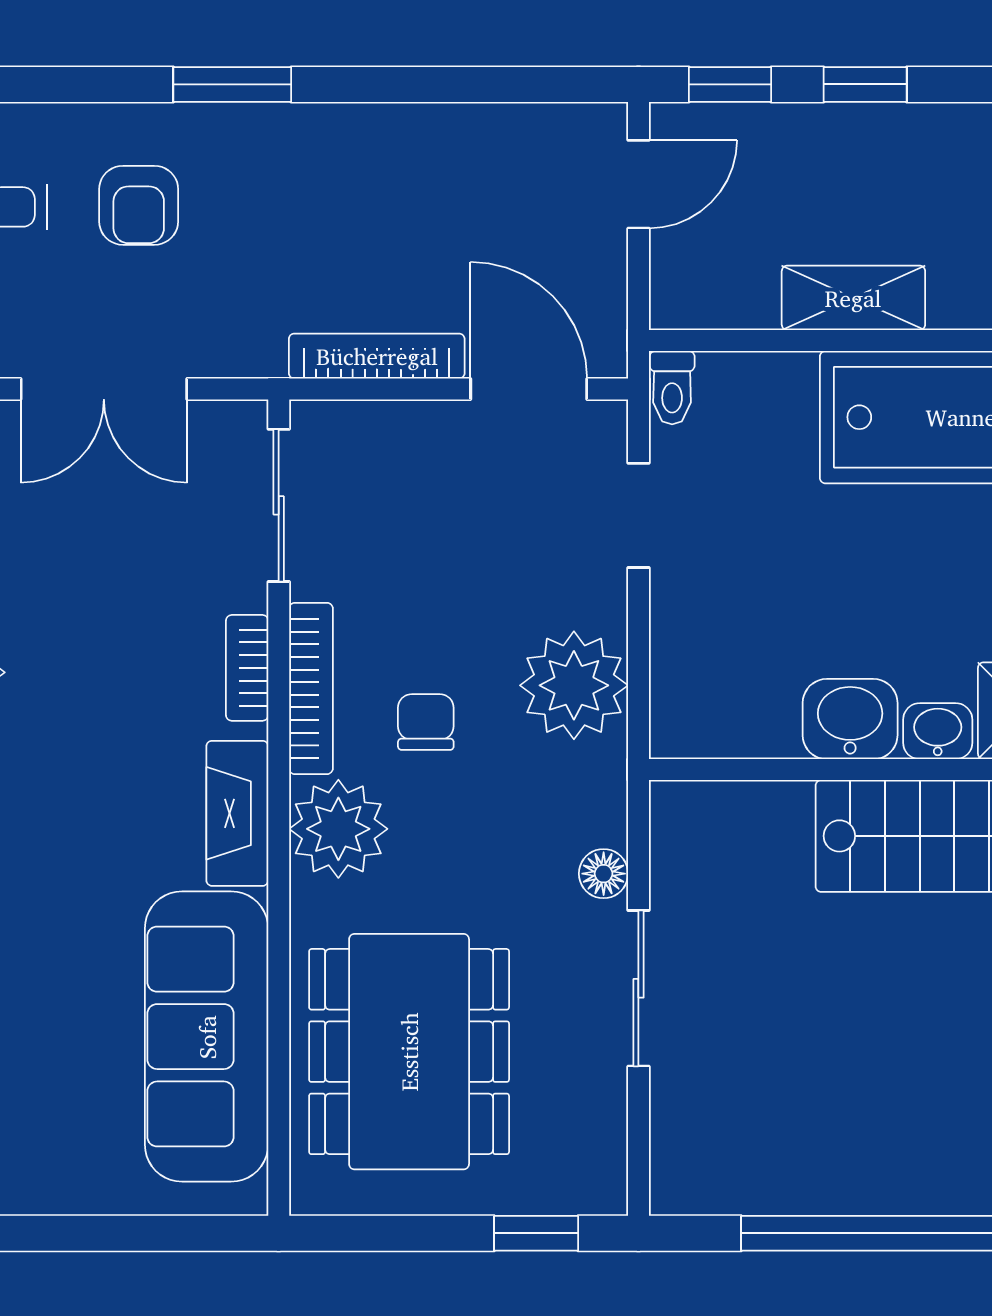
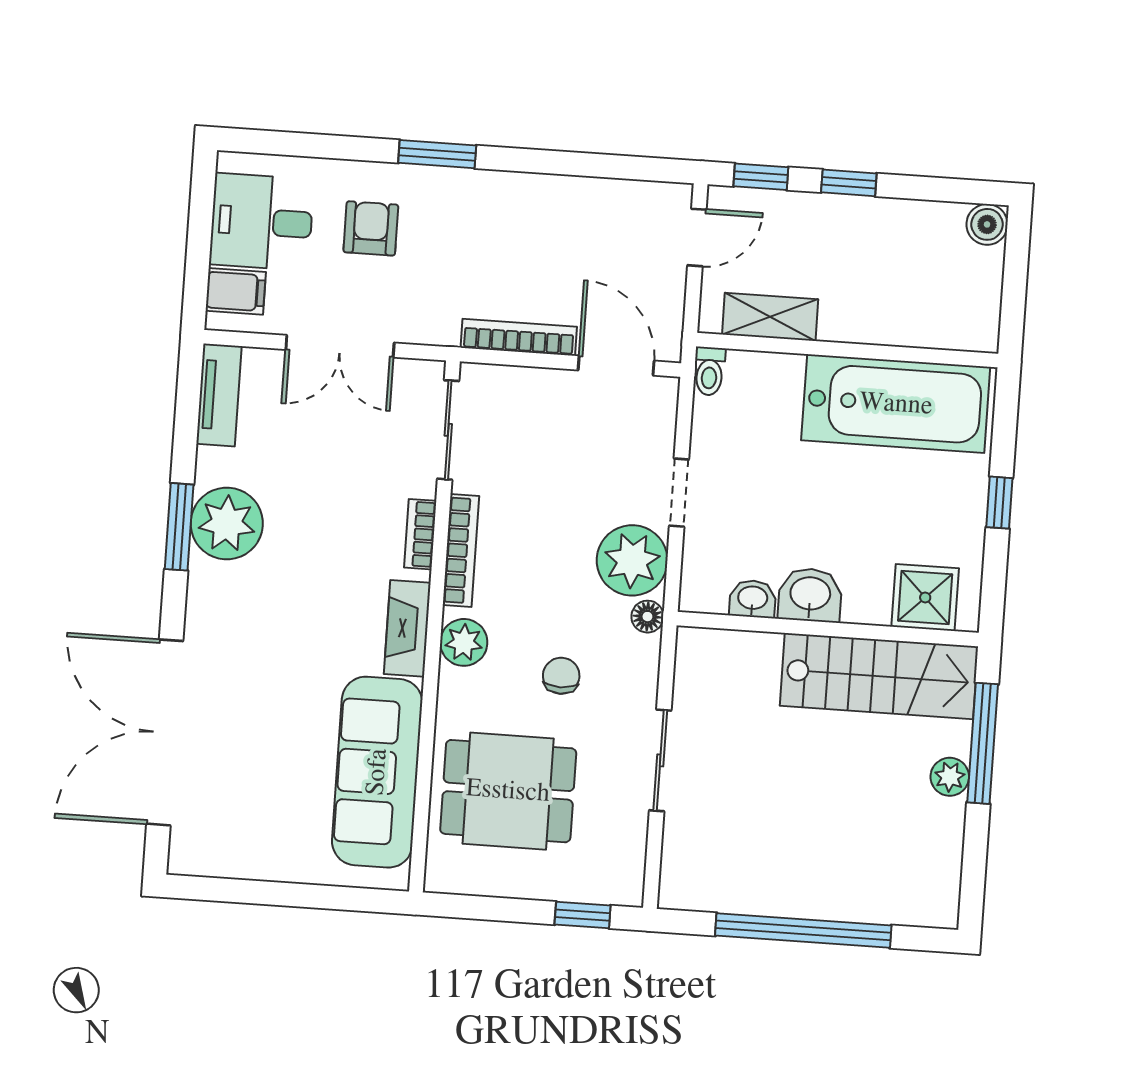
armchair: (139, 205) -> (371, 228), turned 180
shelving: (853, 298) -> (770, 317), moved
doorway: (638, 515) -> (679, 493), moved
chair: (426, 722) -> (561, 676), moved
washbasin: (938, 731) -> (753, 599), moved
plant: (338, 829) -> (464, 642), width x0.73, depth x0.73
floor lamp: (604, 874) -> (647, 617), moved
dining table: (409, 1052) -> (508, 791), width x0.73

